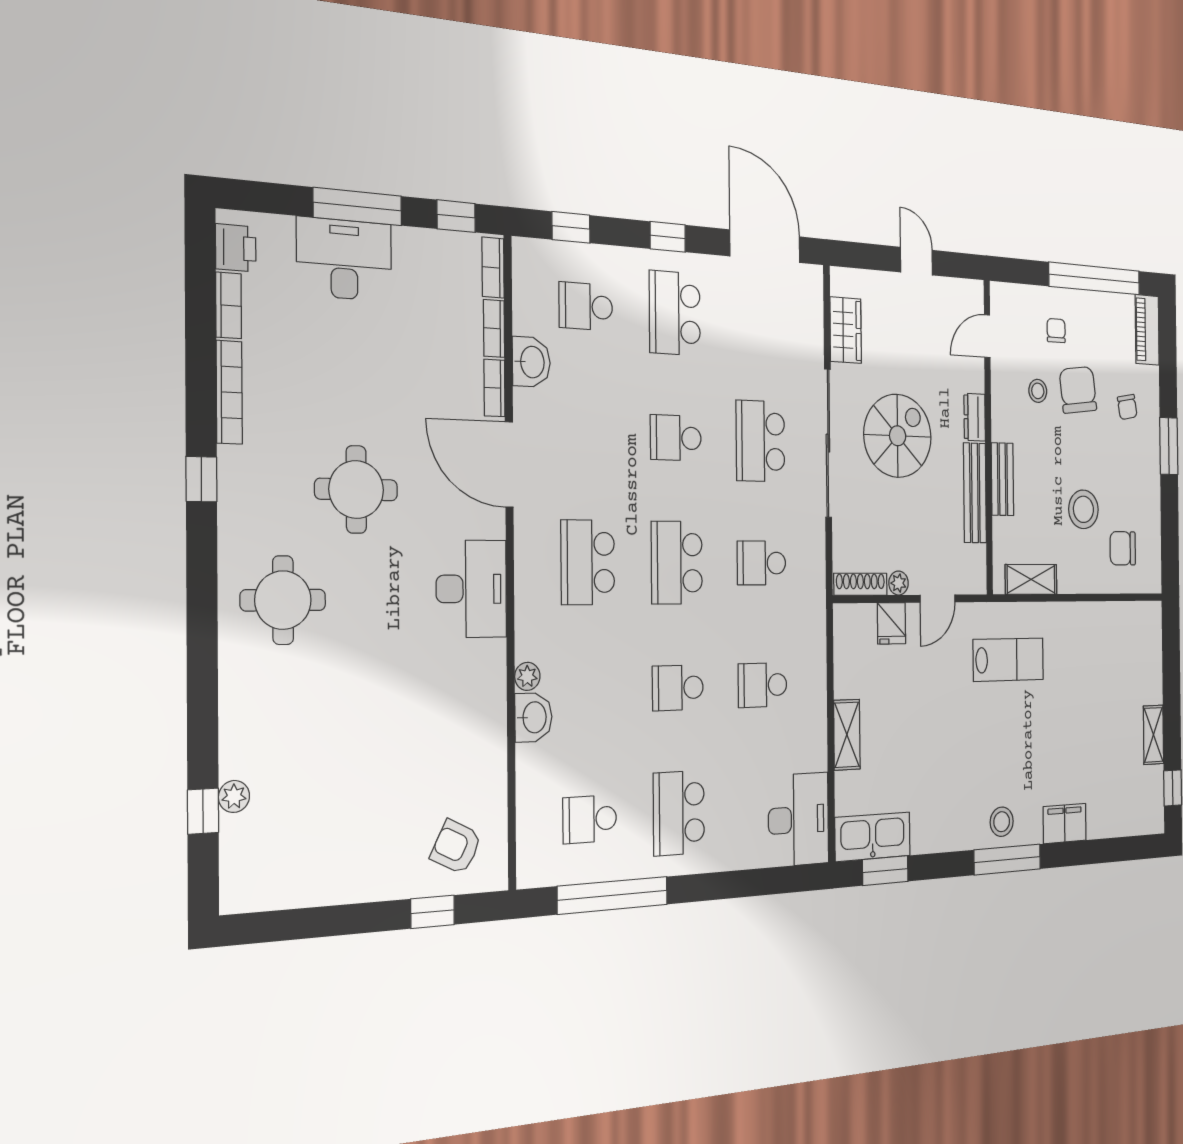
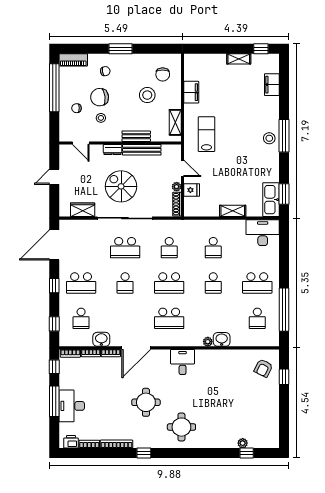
desk: (471, 589) -> (183, 362), width x0.73
filing cabinet: (1090, 619) -> (191, 92), added
filing cabinet: (1065, 824) -> (272, 85), moved

